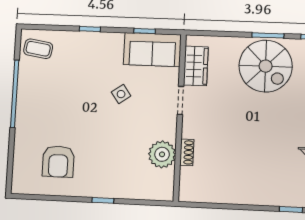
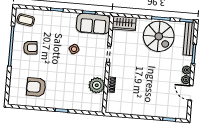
wardrobe: (196, 66) -> (124, 23), moved, turned 90
armchair: (47, 95) -> (30, 48), added
armchair: (58, 162) -> (36, 87), turned 90

